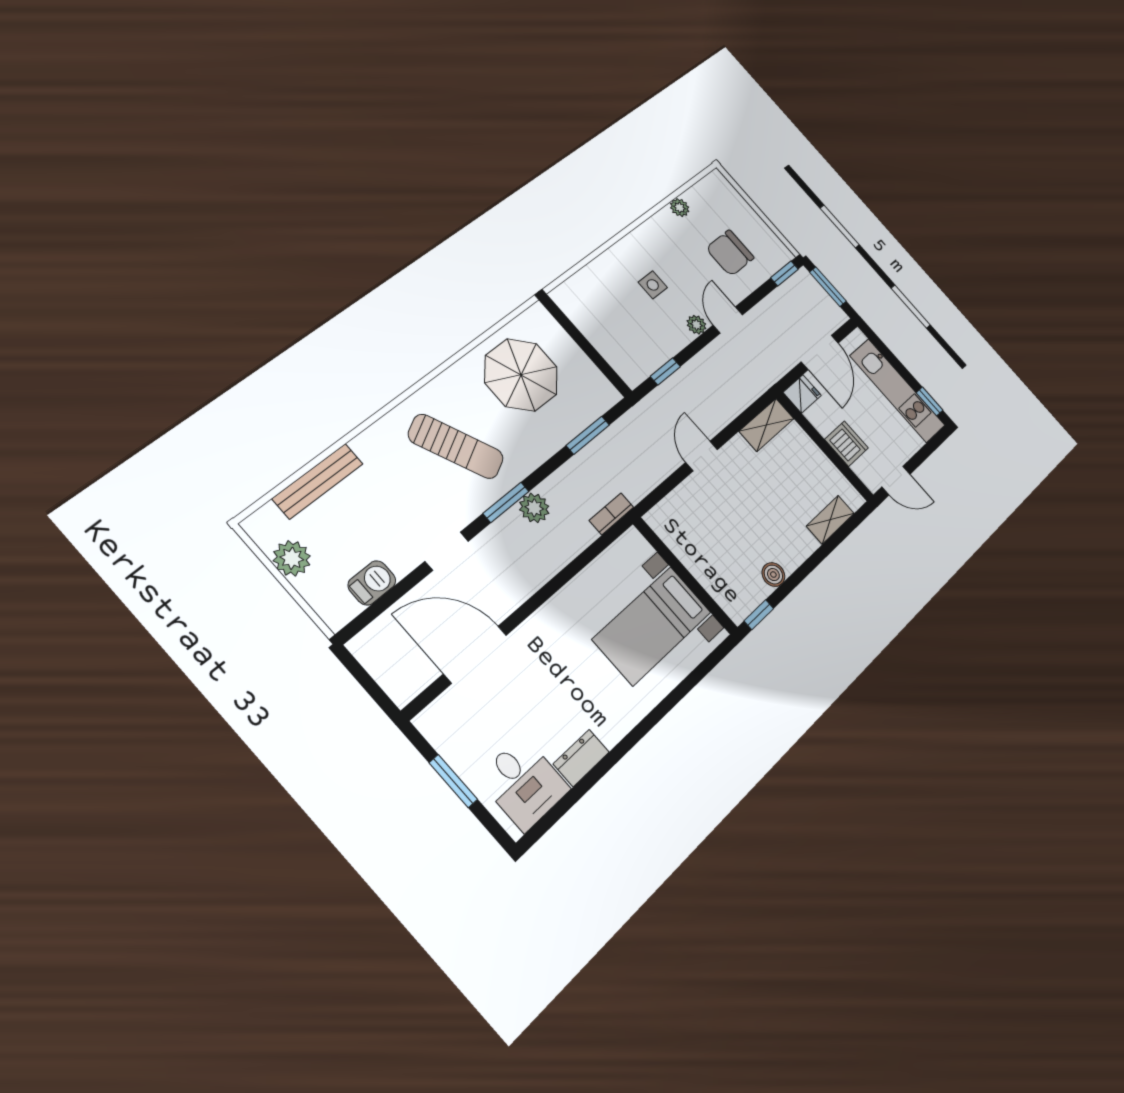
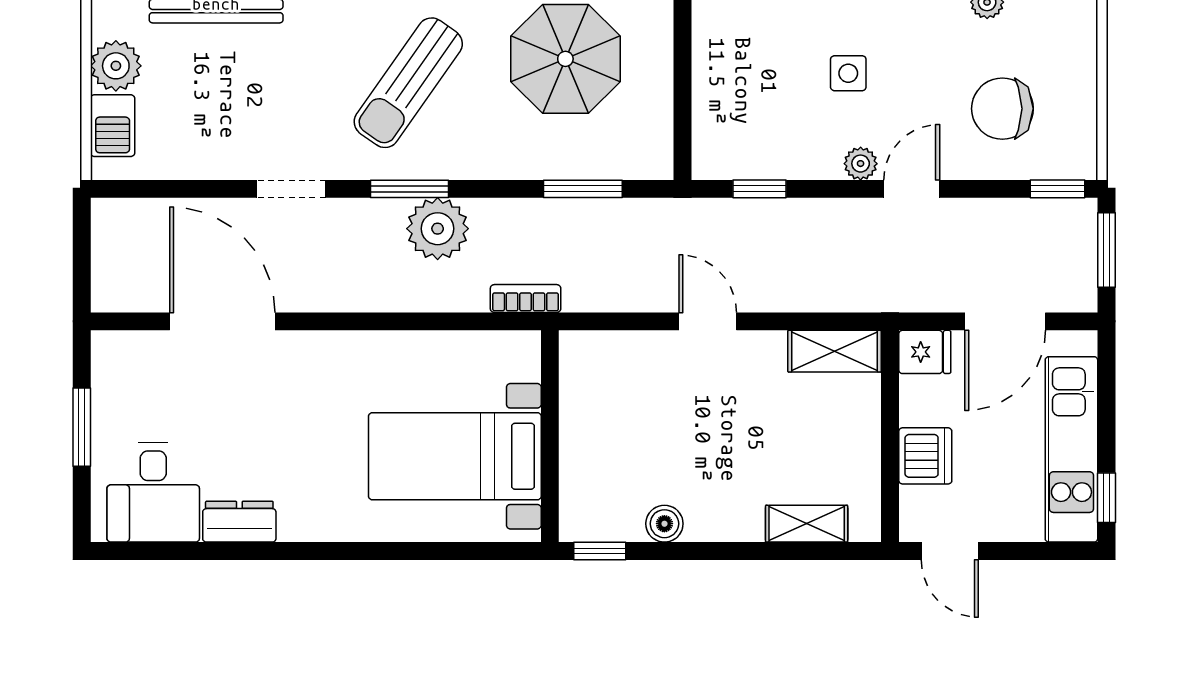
sun lounger: (456, 446) -> (408, 83), turned 61
door: (702, 456) -> (708, 321), hinge flipped
plant: (534, 508) -> (438, 229), width x1.36, depth x1.36
barbecue: (372, 583) -> (113, 126), moved, turned 90

